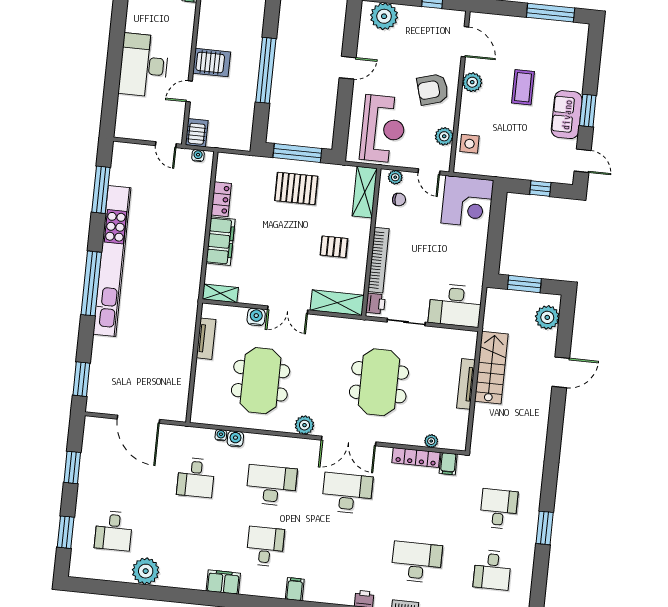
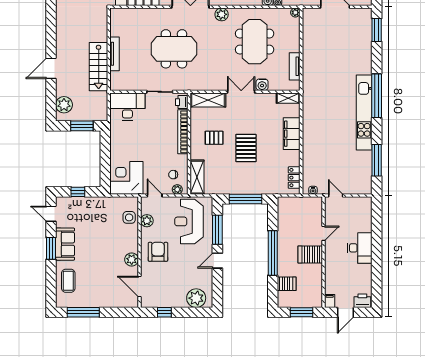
desk: (144, 65) -> (360, 248), width x0.73, depth x0.77
coffee table: (523, 87) -> (68, 281), moved
armchair: (433, 89) -> (158, 252), turned -74
window: (343, 112) -> (217, 230), added
server rack: (197, 133) -> (287, 284), moved, turned -90
pallet: (296, 188) -> (246, 148), moved, turned 90
locker: (221, 199) -> (294, 178), moved
kitchen unit: (112, 261) -> (364, 112), width x0.73
meeting table: (379, 382) -> (174, 49), turned 90
plant: (431, 441) -> (295, 13), moved

